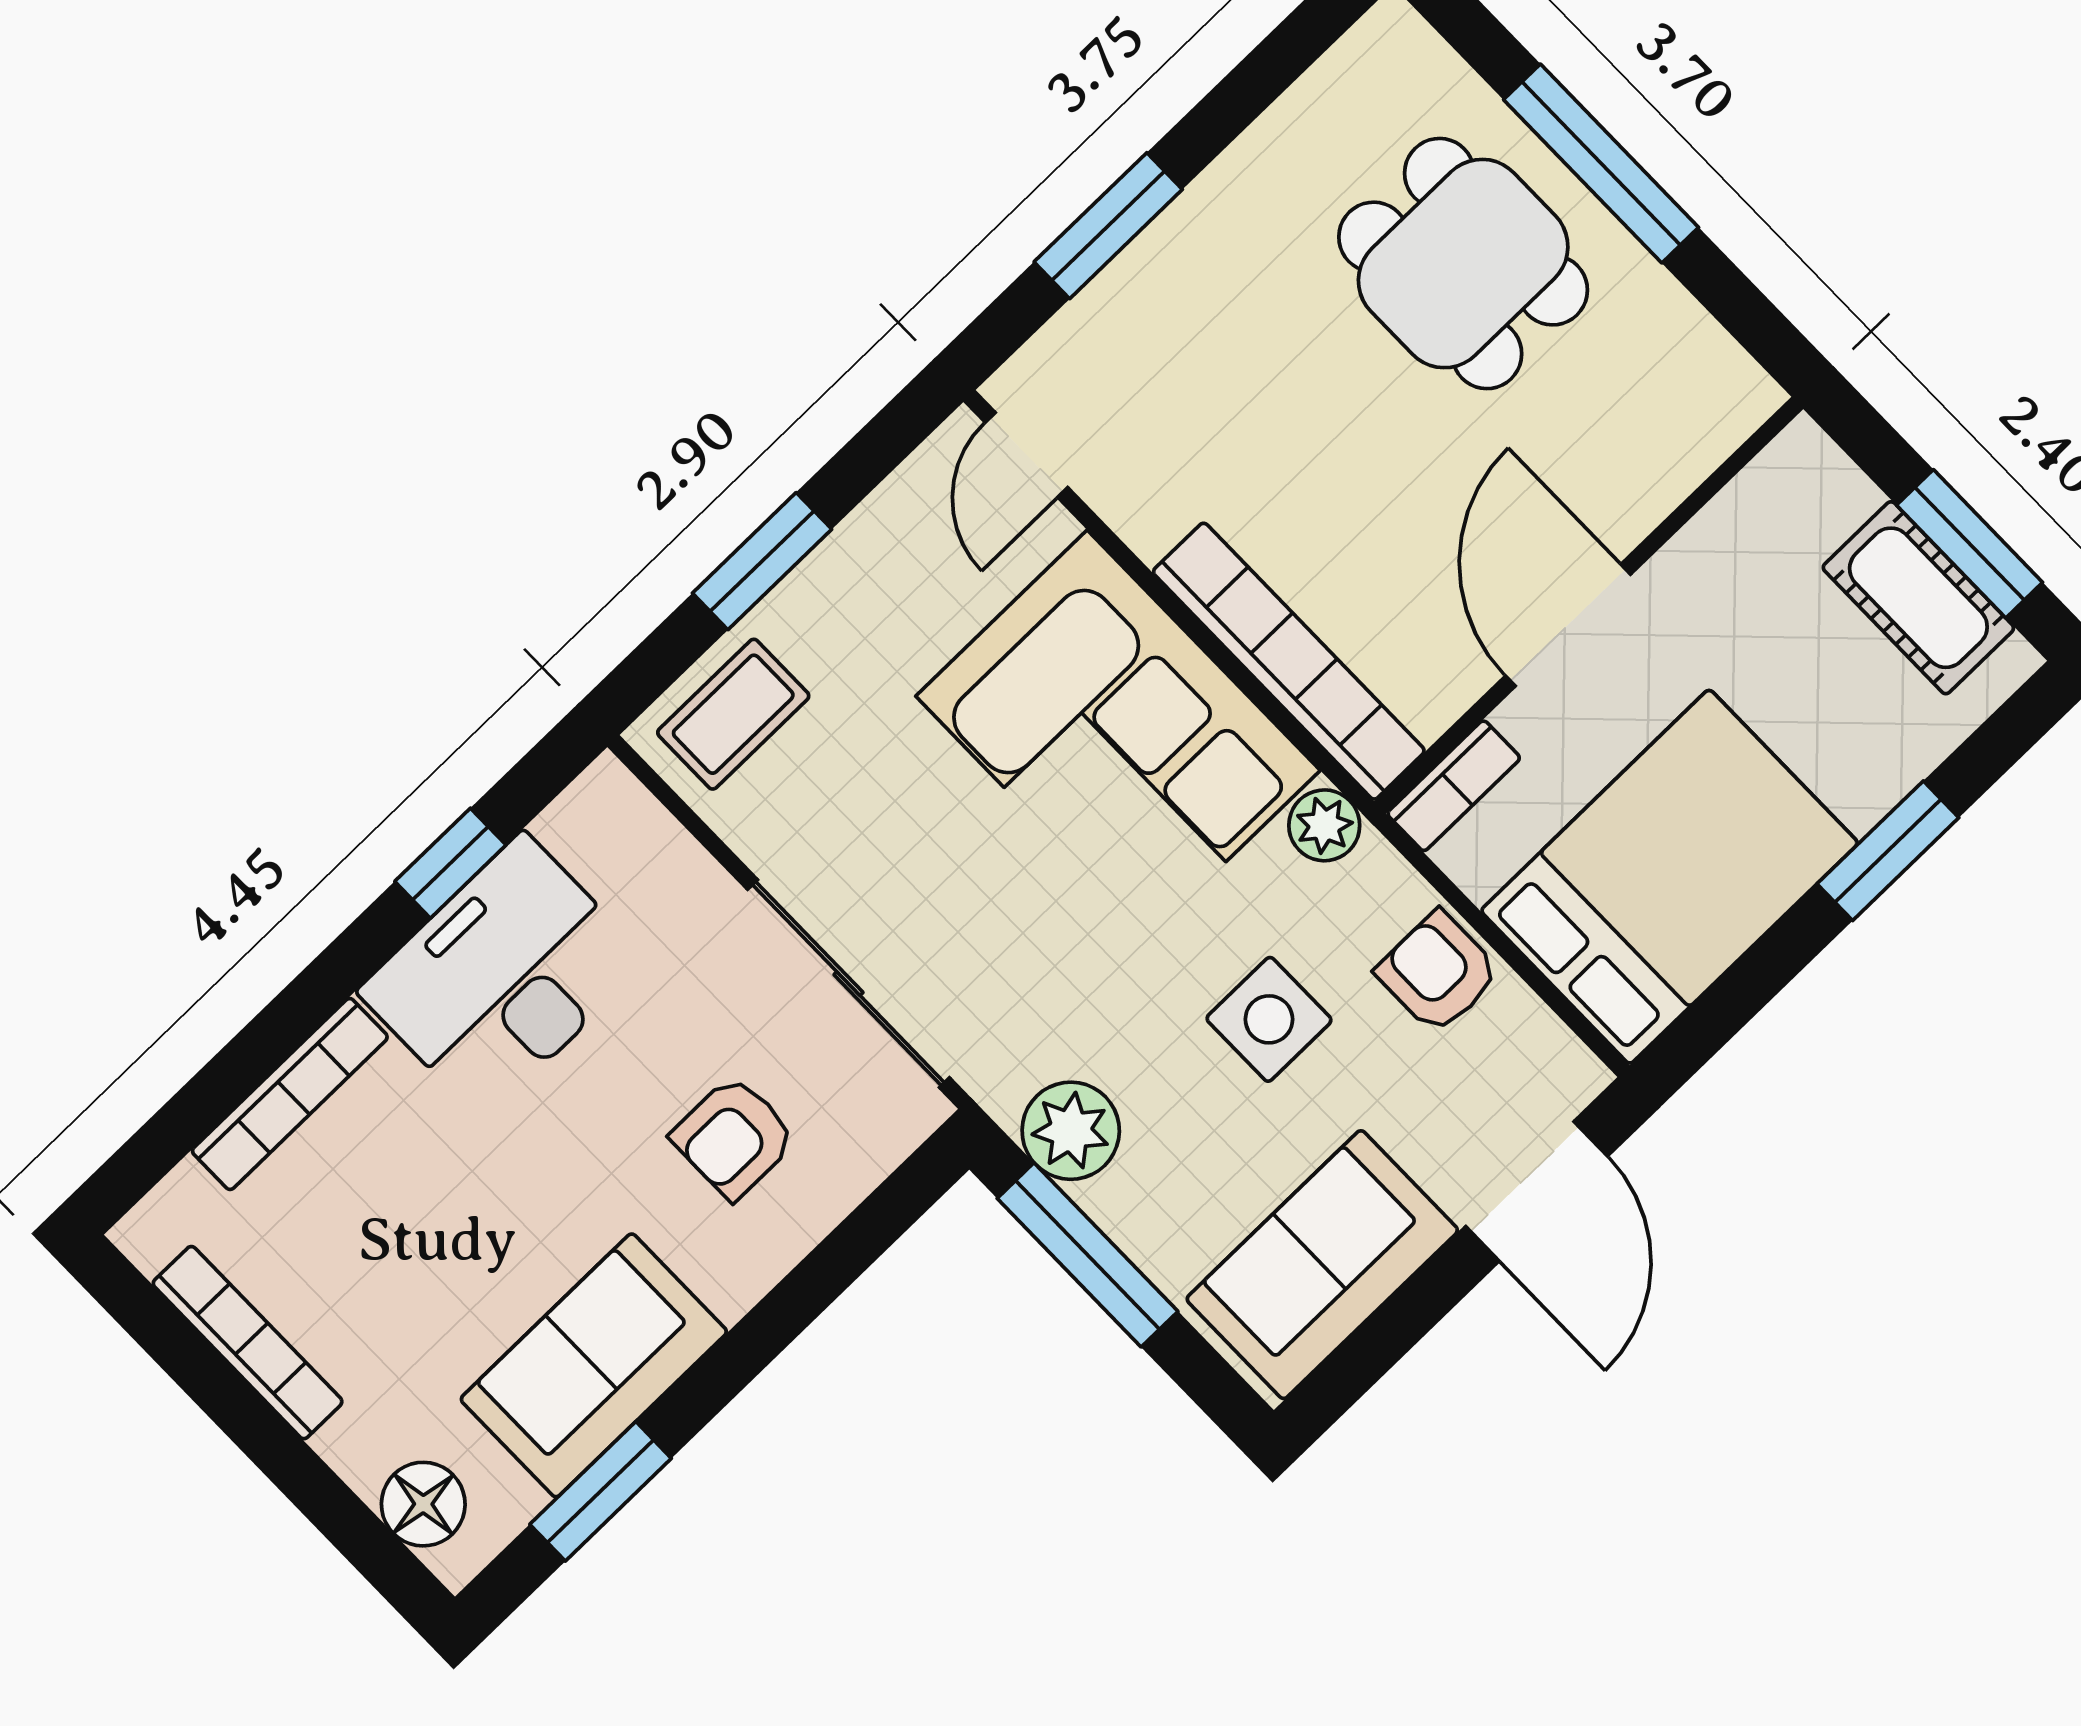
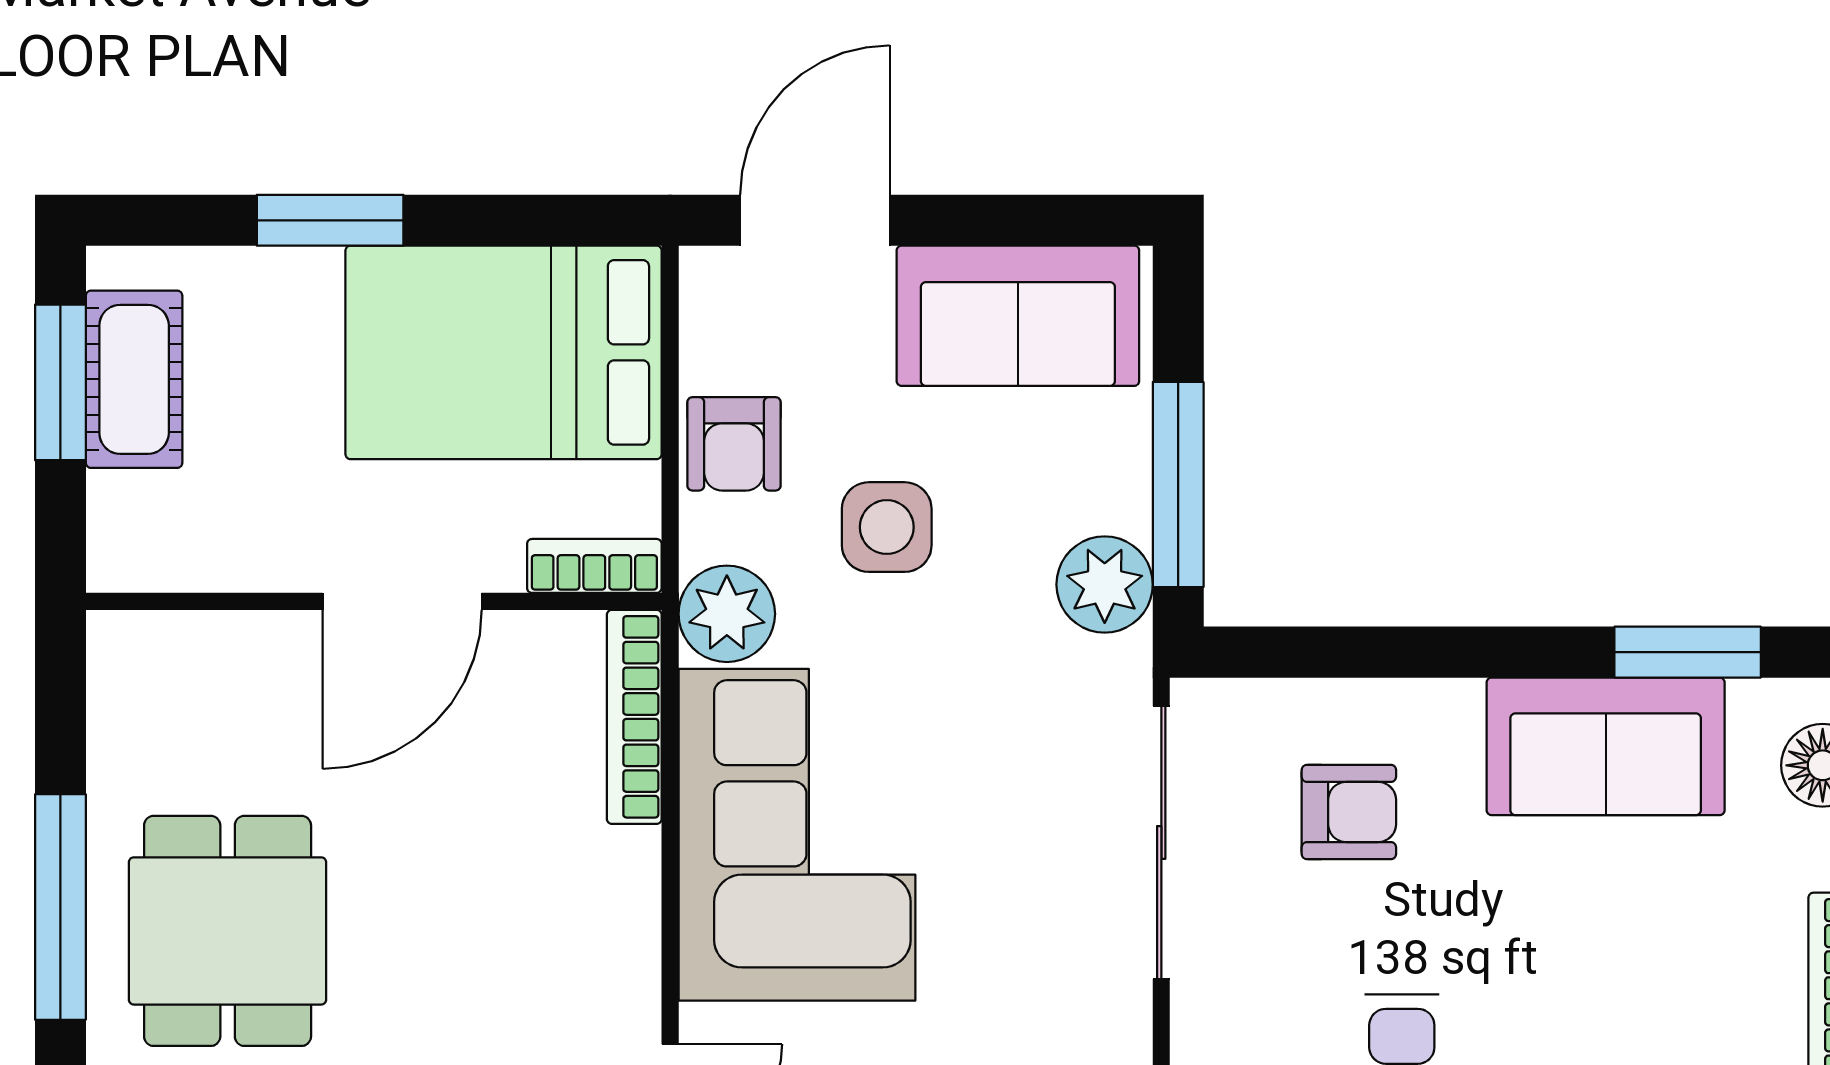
bookcase: (1289, 661) -> (634, 717), width x0.68, depth x0.76
plant: (1324, 825) -> (727, 614), width x1.38, depth x1.38

